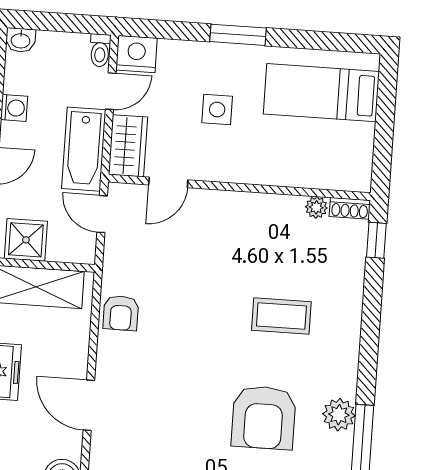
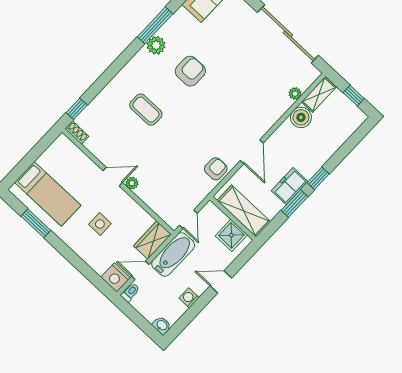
window: (238, 35) -> (36, 223), moved
door: (168, 182) -> (113, 177), moved
plant: (316, 207) -> (132, 183), moved
door: (89, 405) -> (252, 152), moved
armchair: (264, 418) -> (190, 71), width x0.73, depth x0.73

